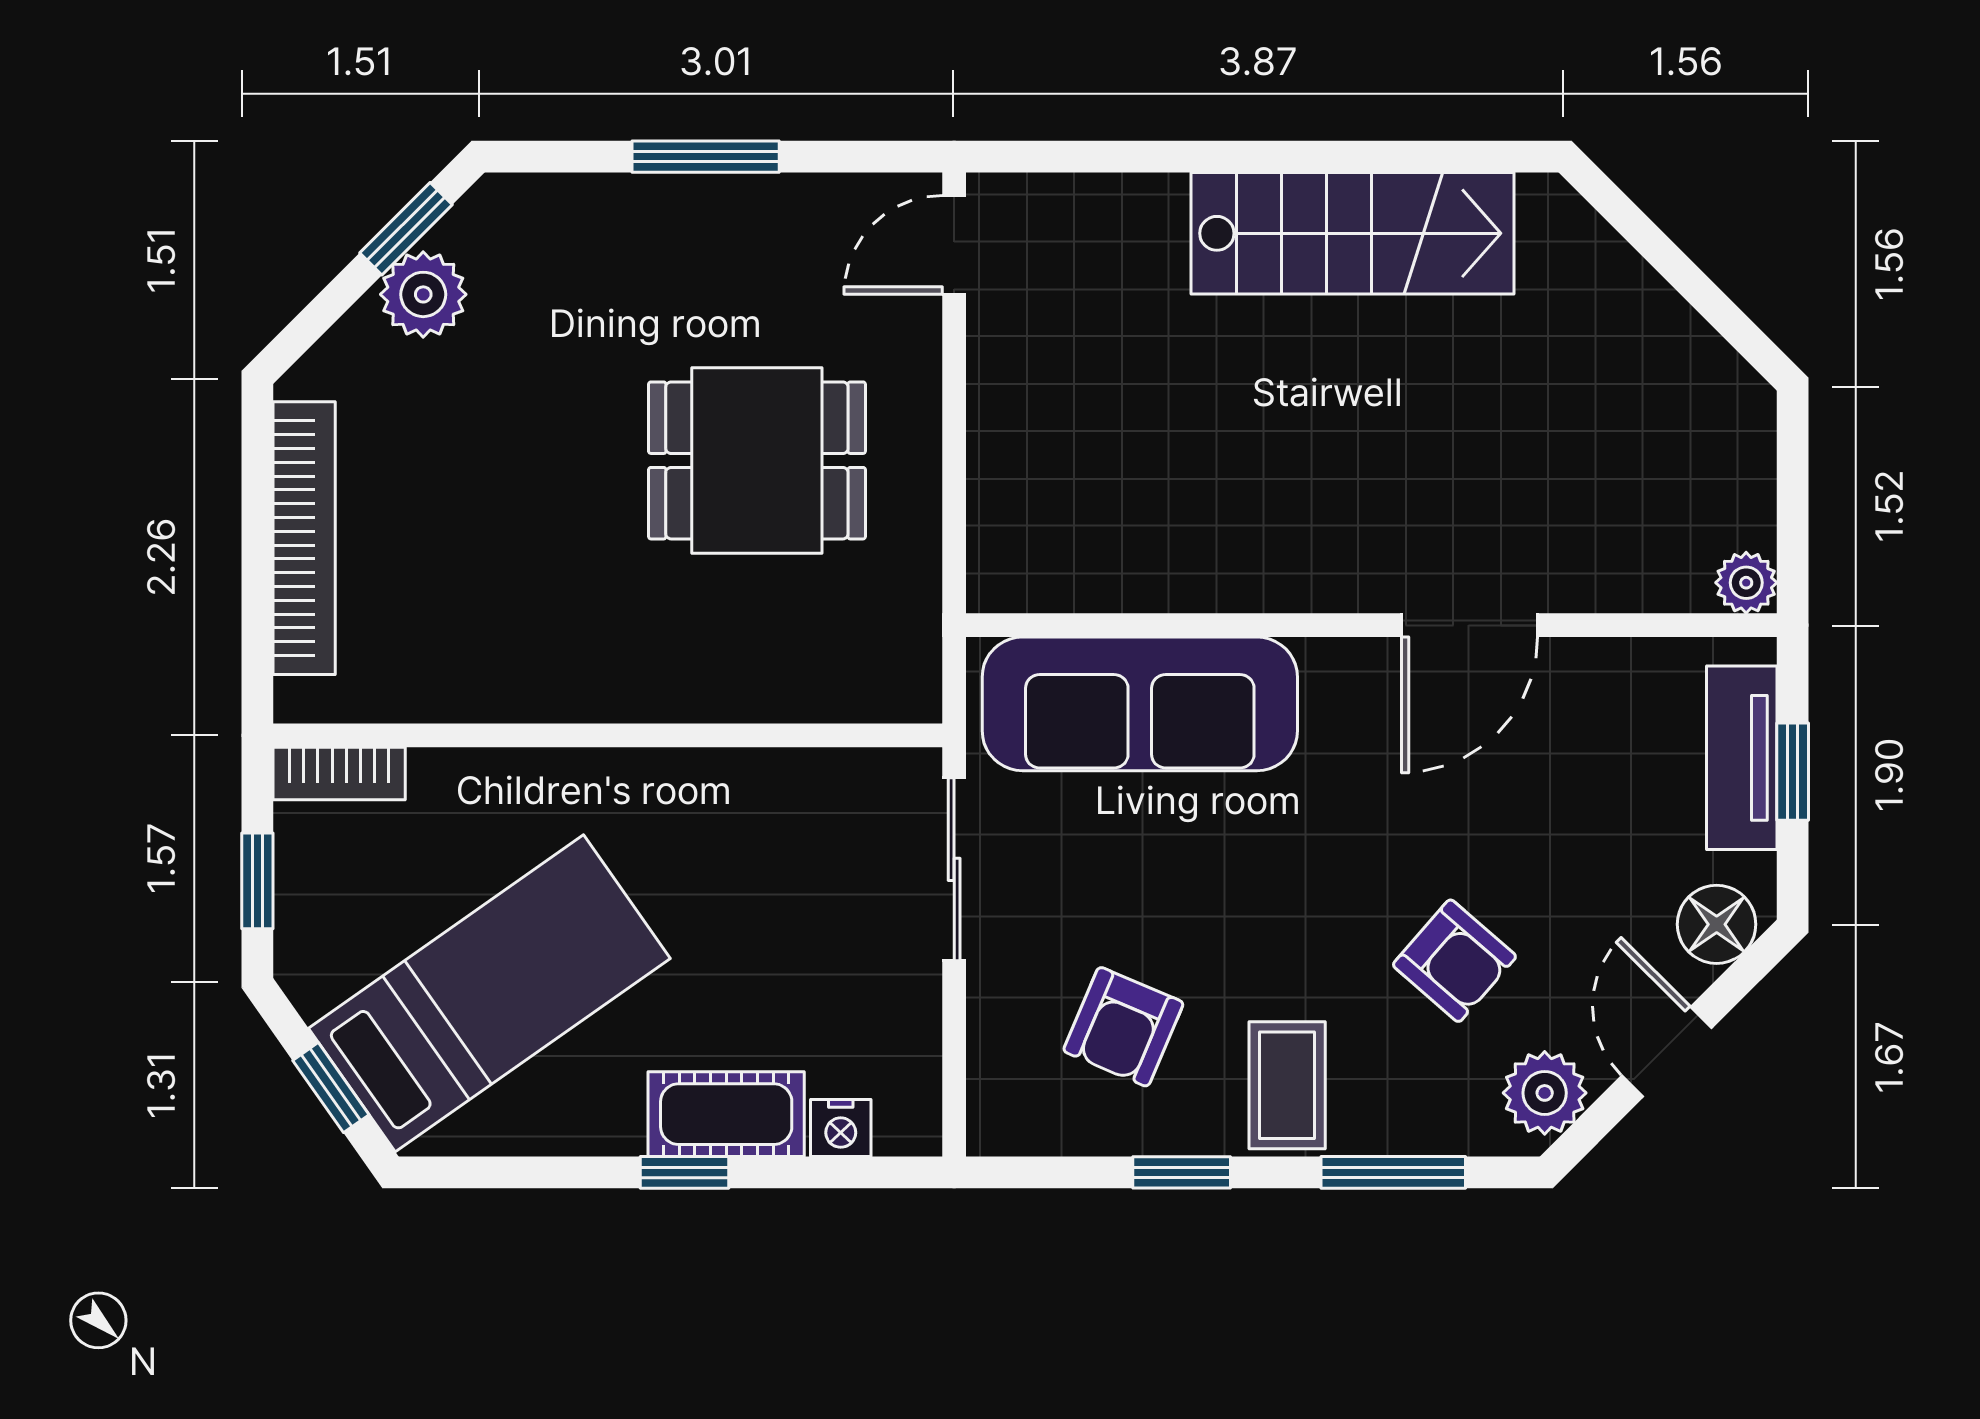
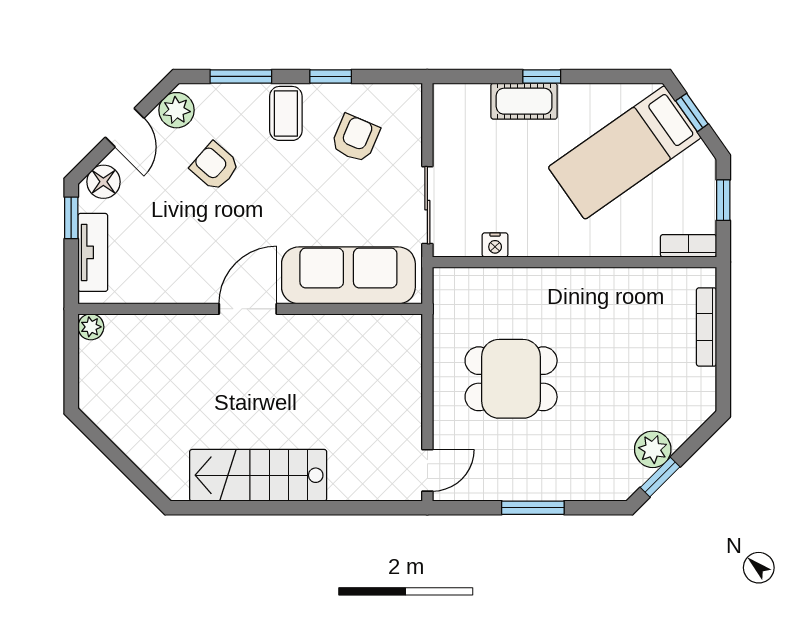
bookcase: (304, 538) -> (706, 327), width x0.68, depth x0.76
door: (1470, 625) -> (248, 309), moved
window: (1793, 772) -> (71, 218), moved
nightstand: (841, 1128) -> (495, 245), moved, turned 180

